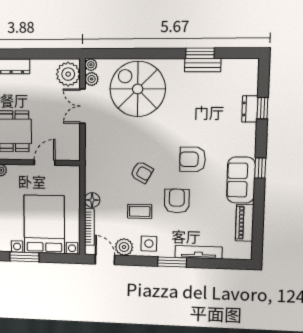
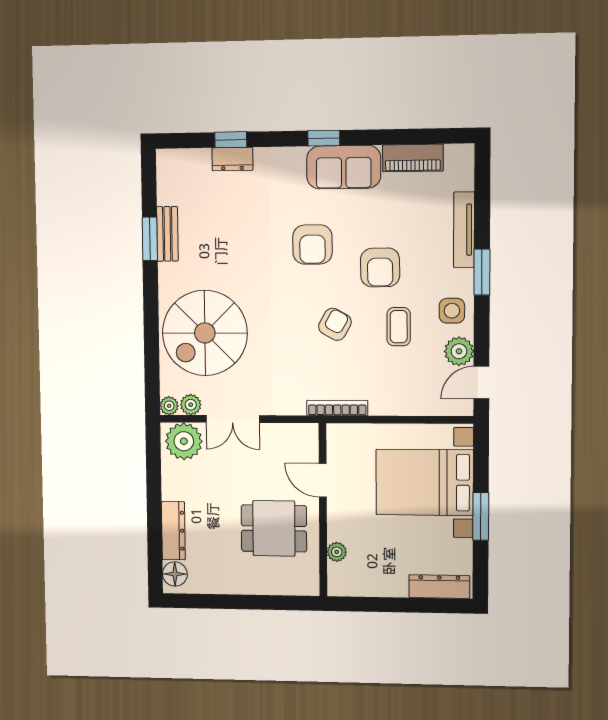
floor lamp: (92, 200) -> (382, 404), removed
armchair: (177, 201) -> (380, 267), turned -91
bookcase: (89, 227) -> (337, 408), moved

